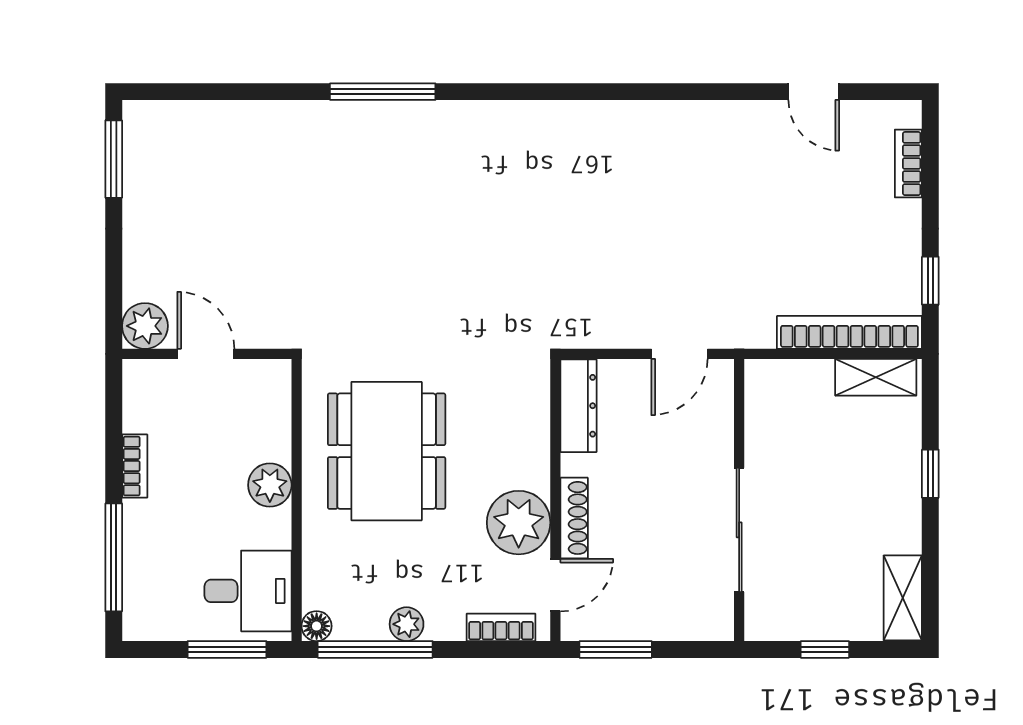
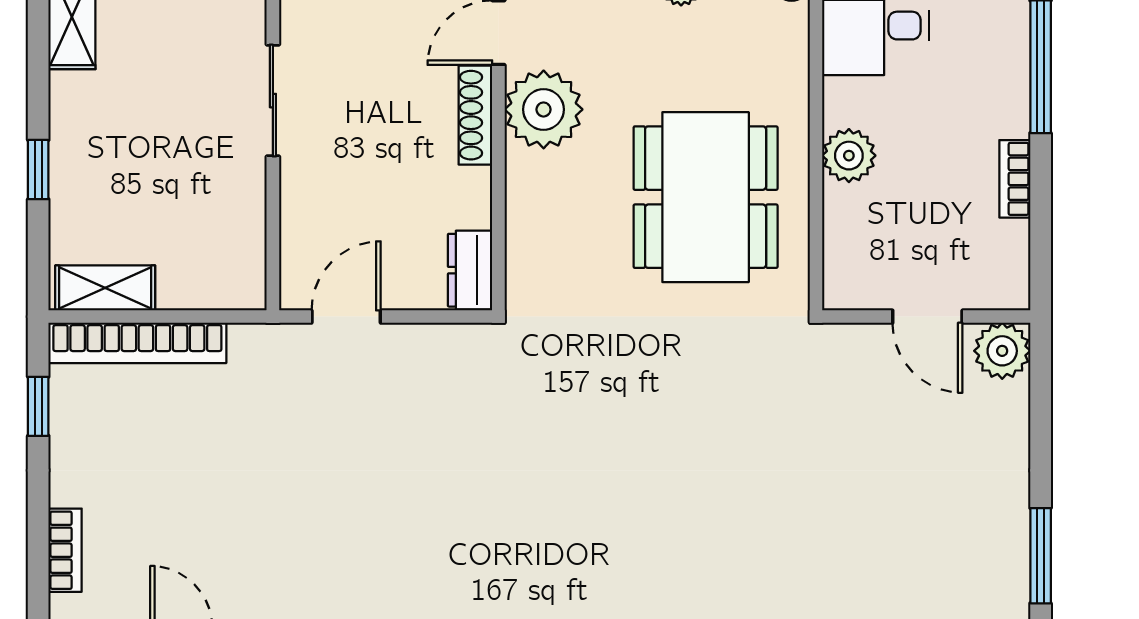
dresser: (579, 406) -> (470, 270), width x0.70
sliding door: (739, 530) -> (273, 101), width x0.73

